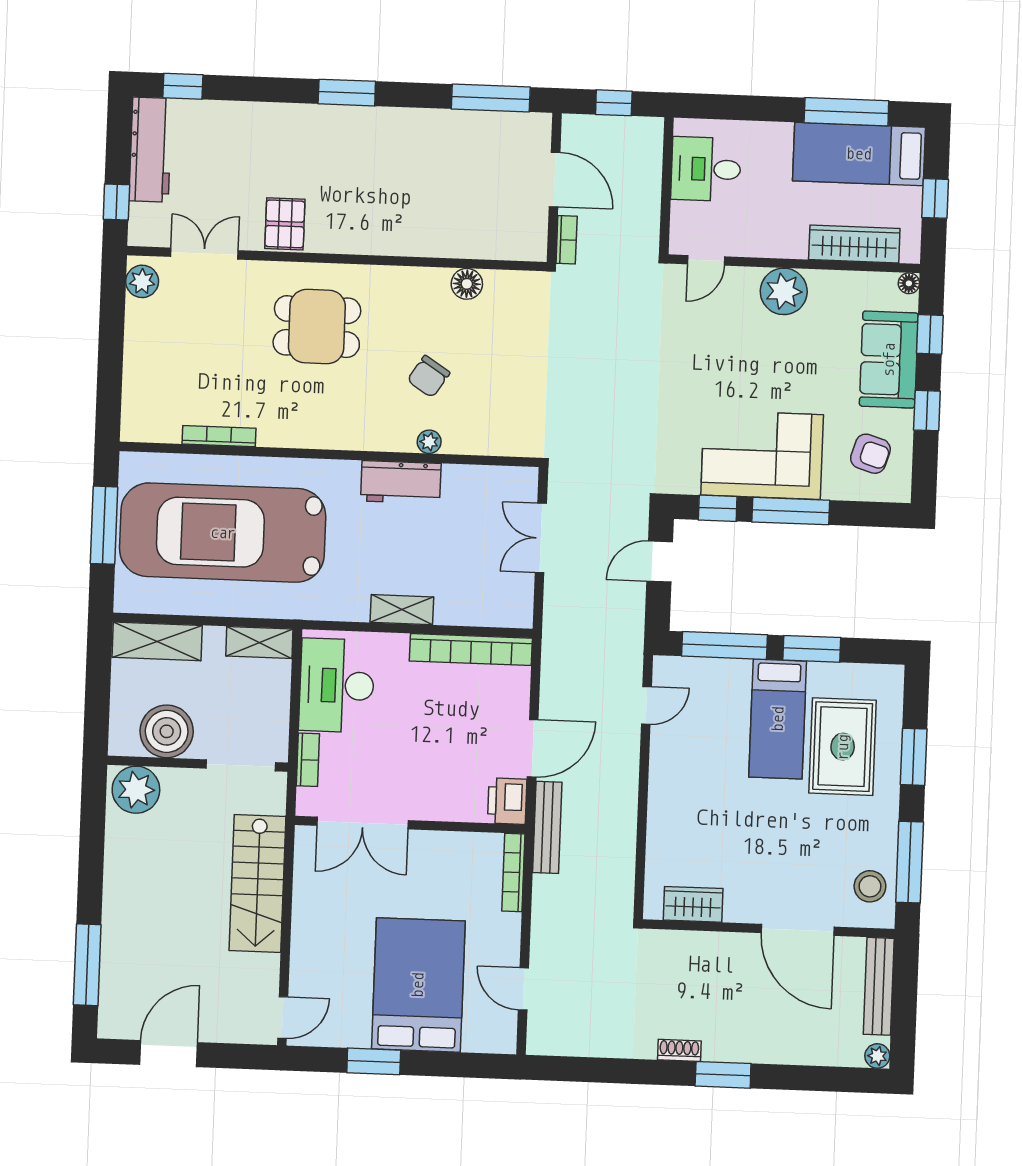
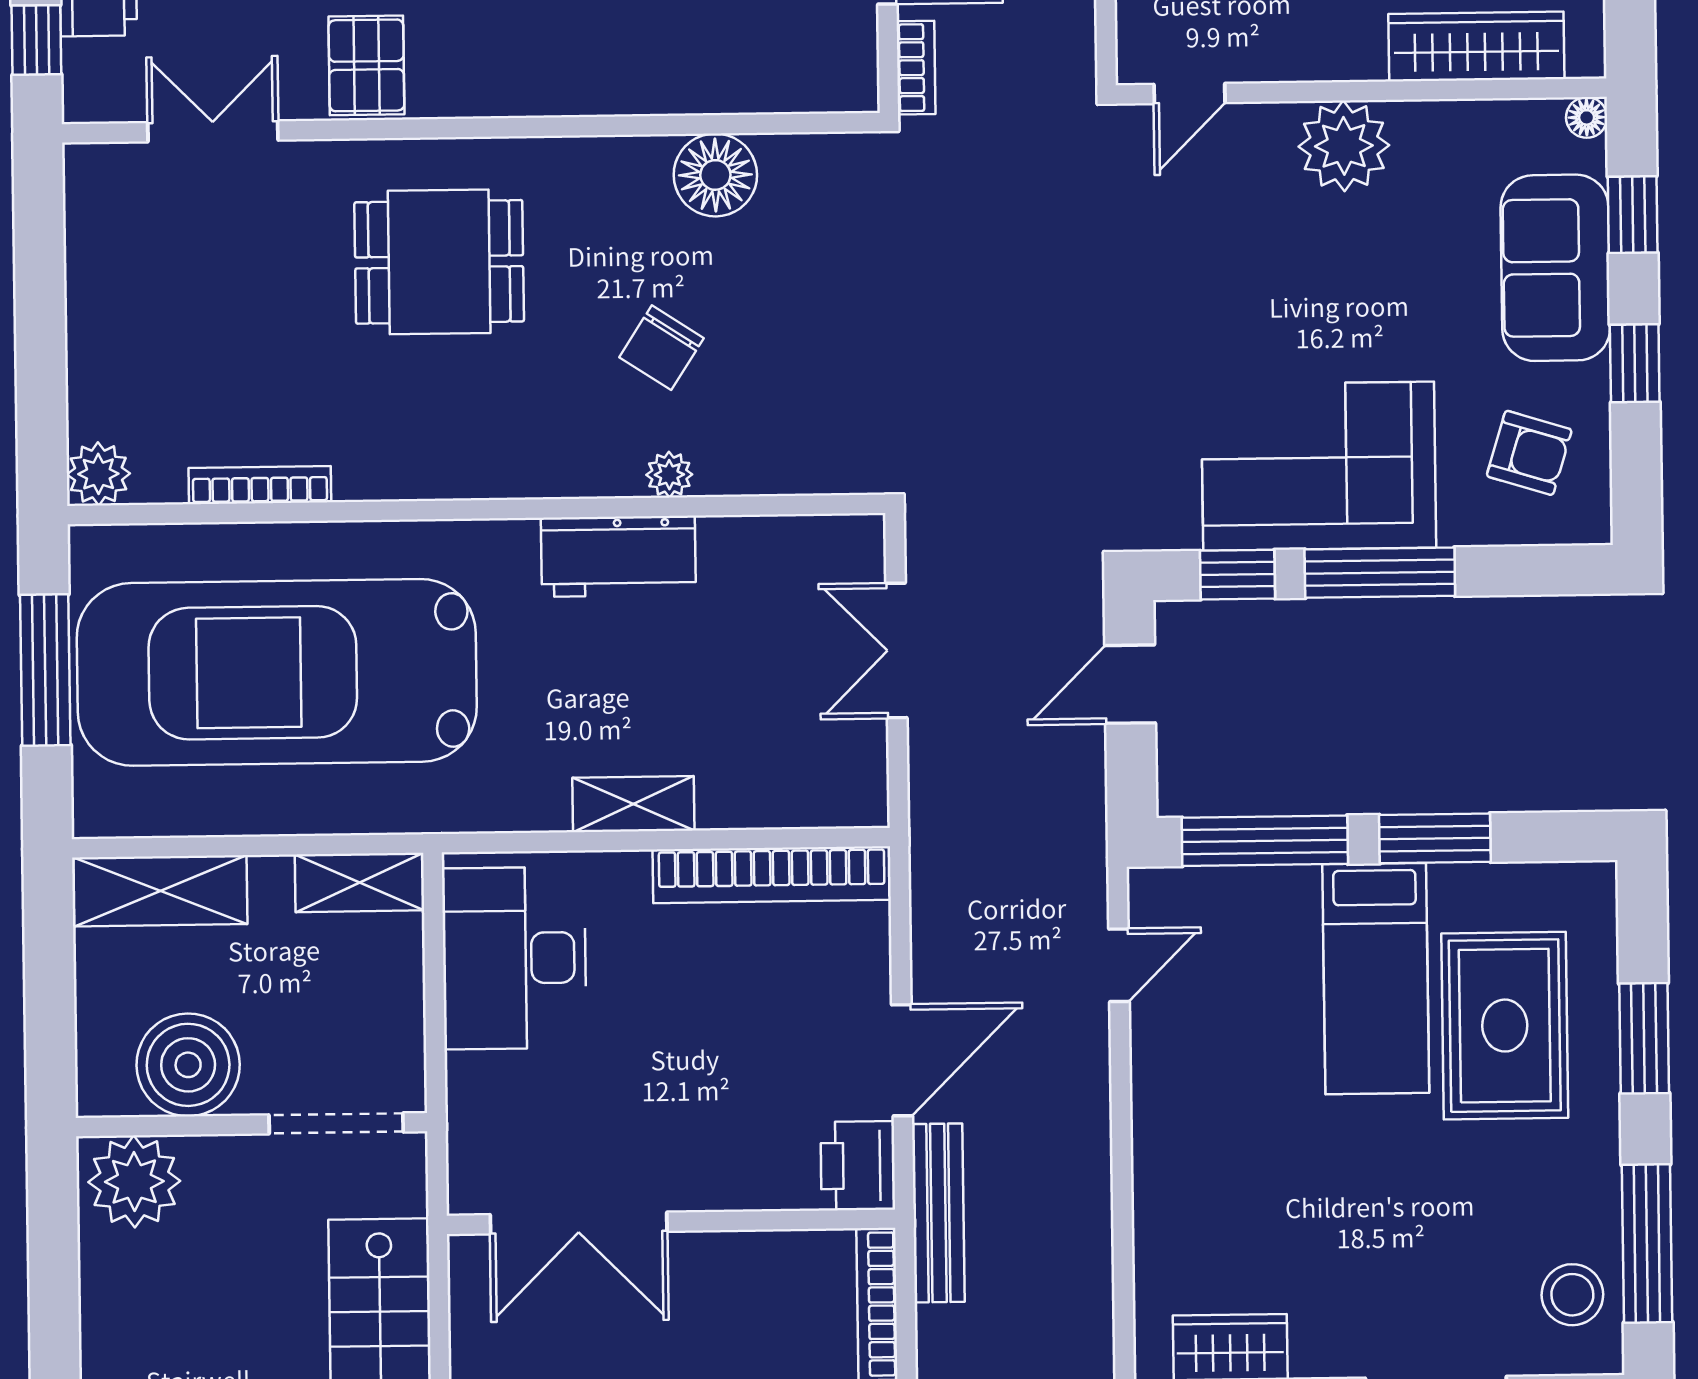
plant: (142, 281) -> (98, 474), moved
floor lamp: (467, 284) -> (715, 175), width x1.38, depth x1.38
bookcase: (308, 760) -> (466, 1106), removed

